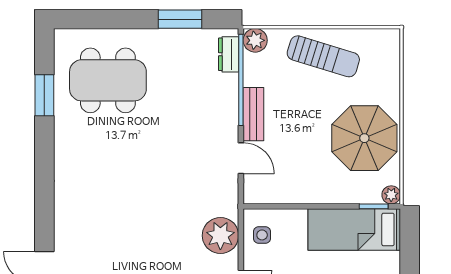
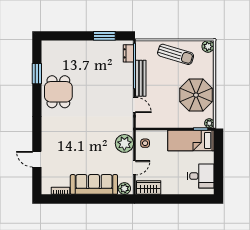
plant: (255, 40) -> (208, 46), moved
dining table: (108, 80) -> (58, 92), moved, width x0.73
bench: (253, 114) -> (141, 78), width x1.36

